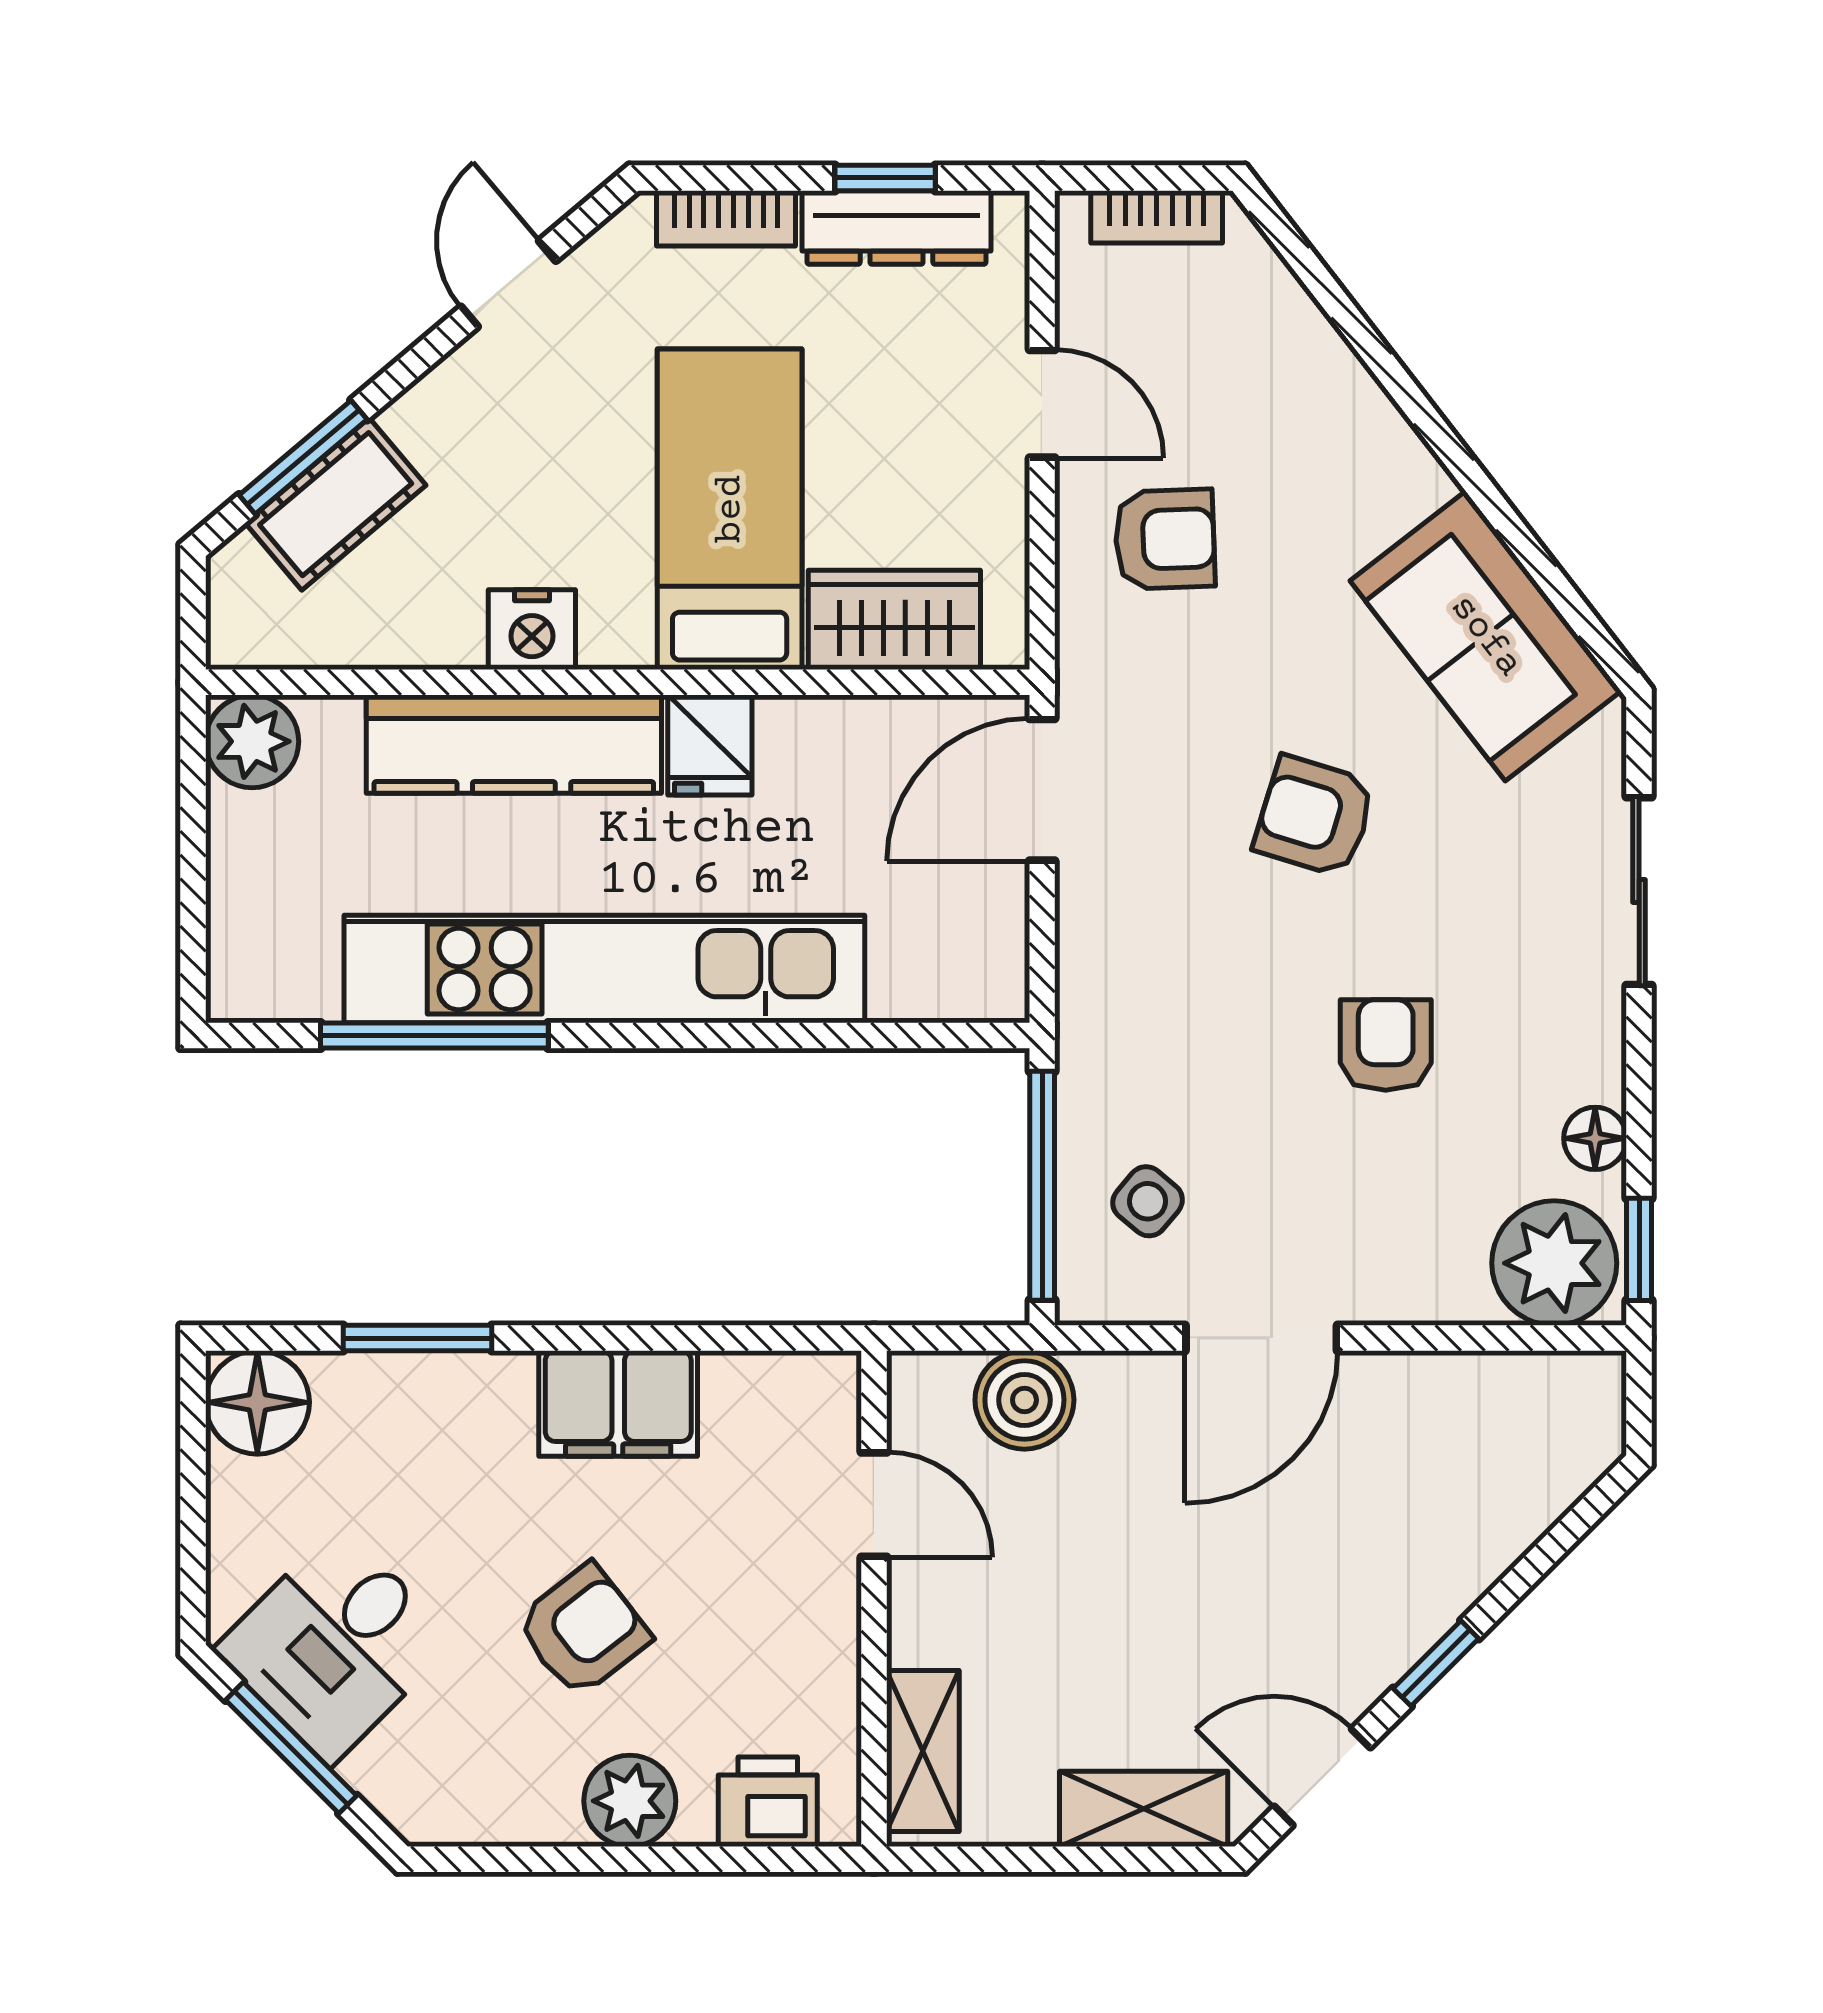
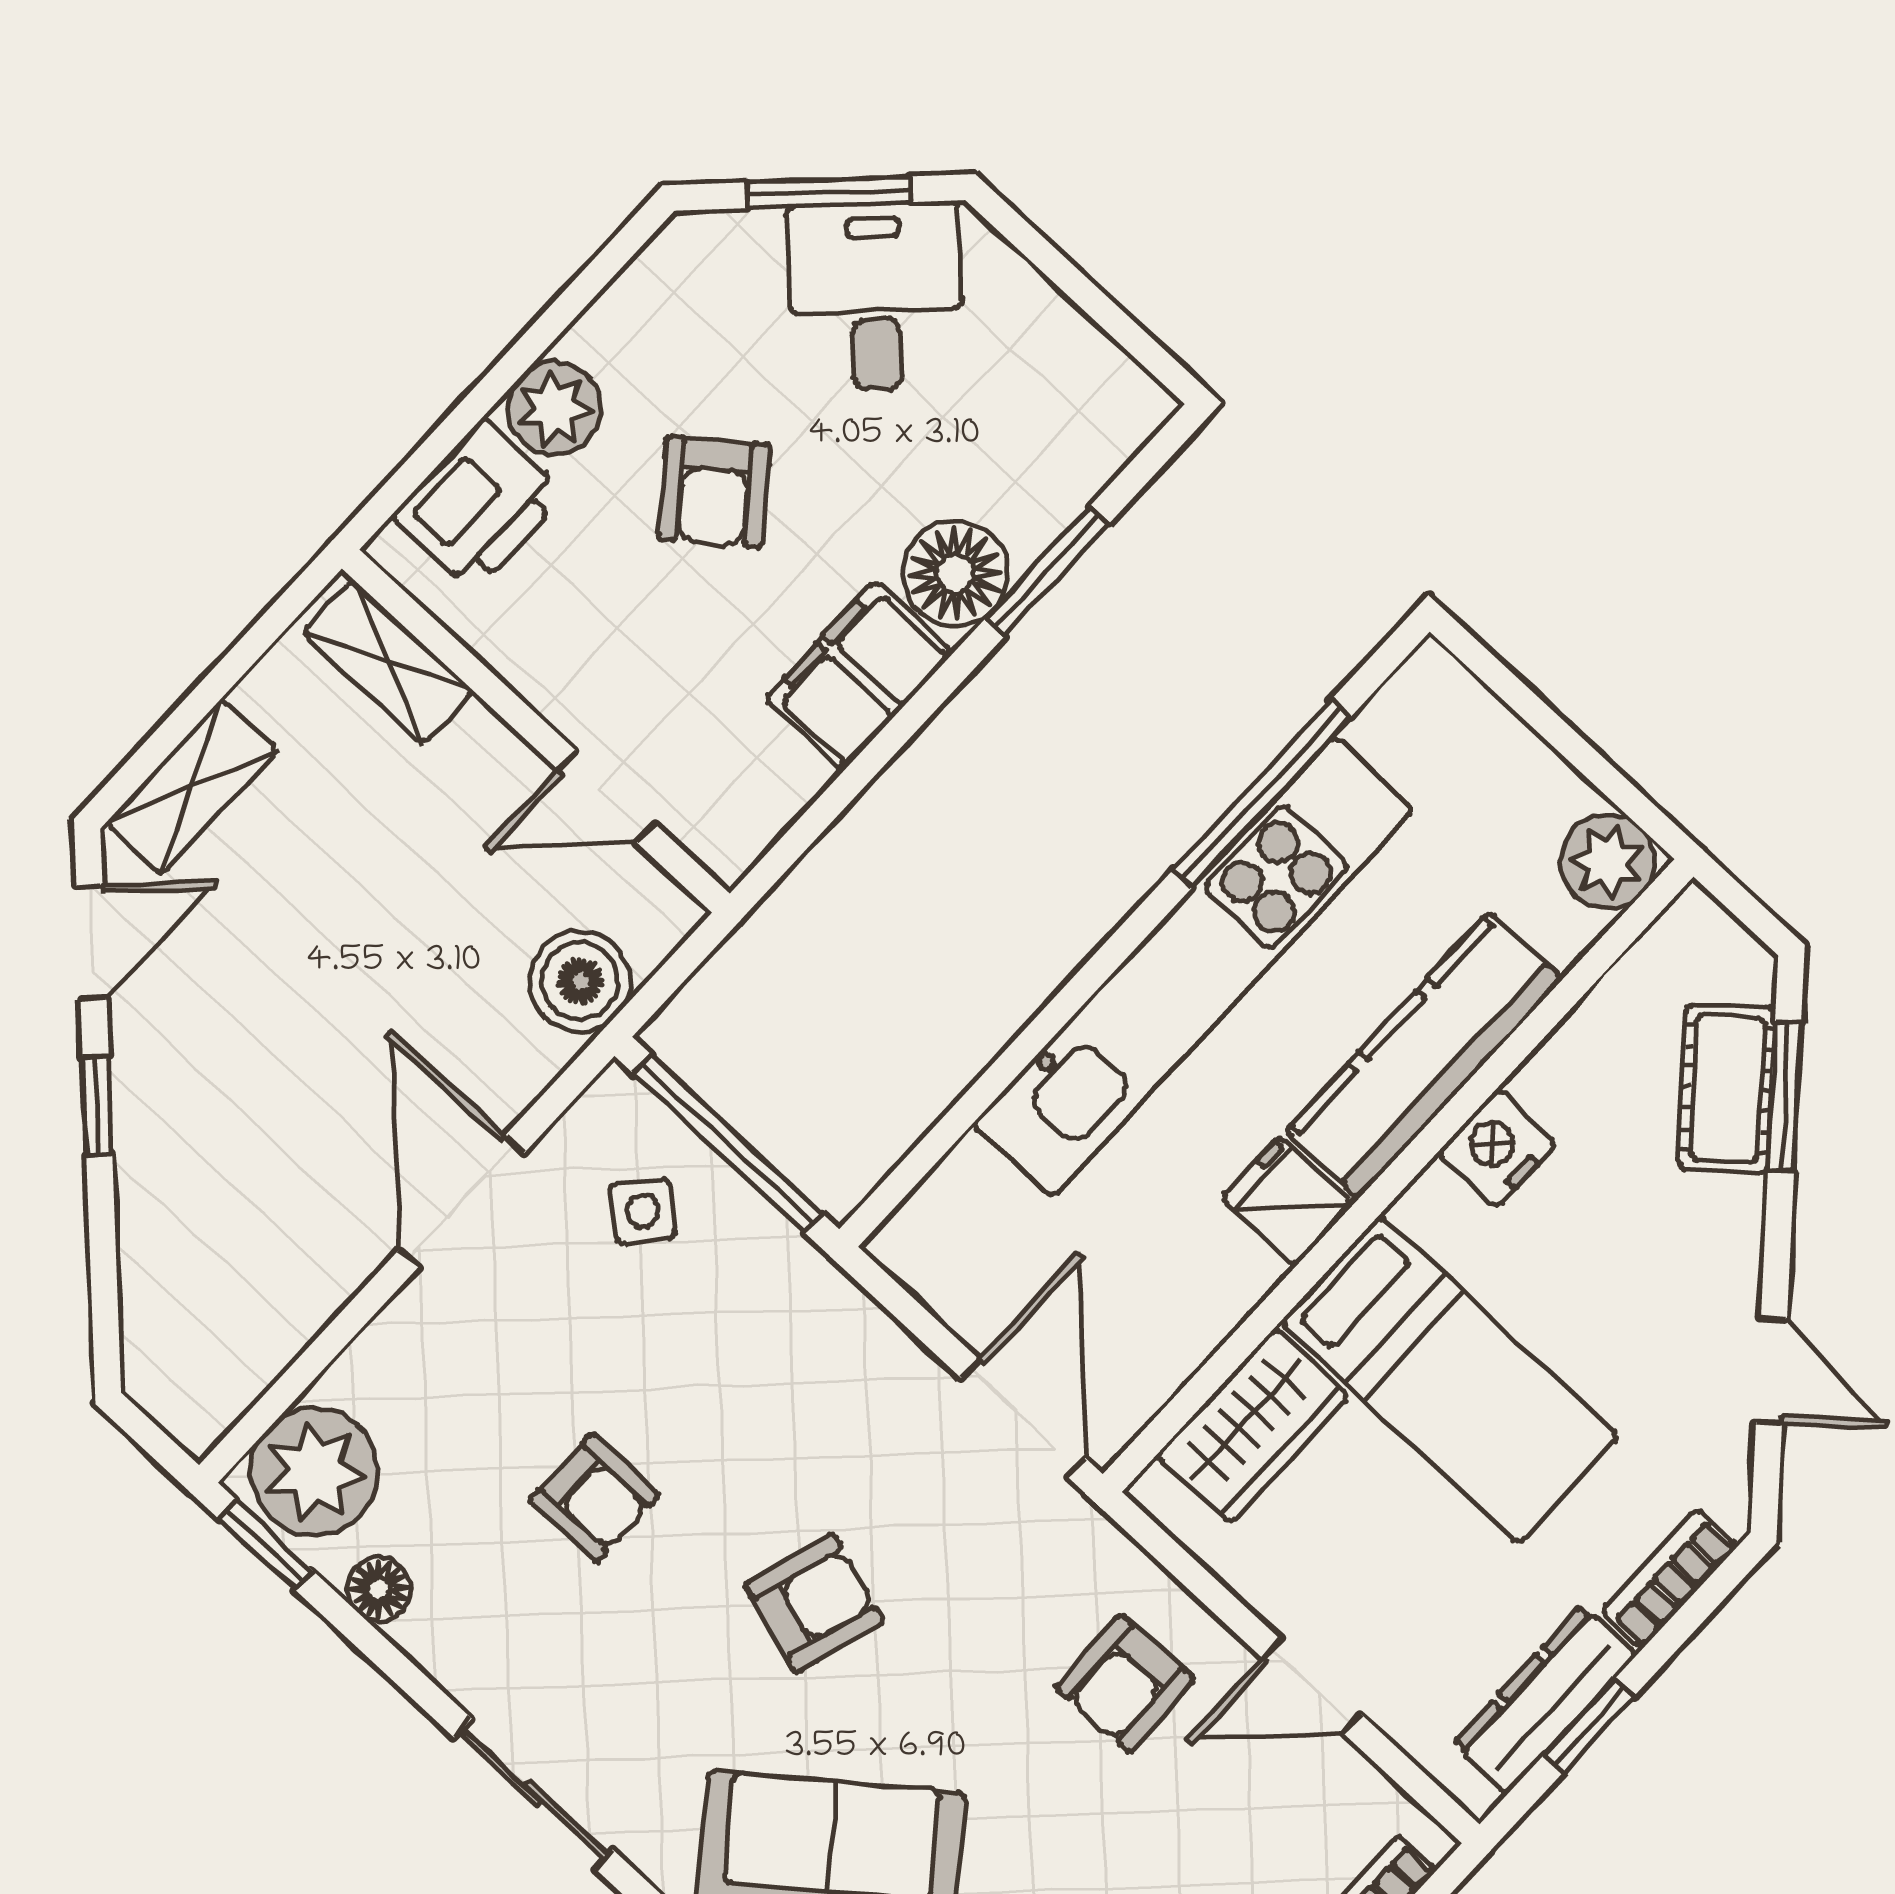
floor lamp: (257, 1402) -> (956, 573), moved
printer: (768, 1802) -> (479, 505), width x1.36, depth x1.24

